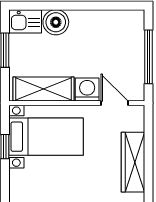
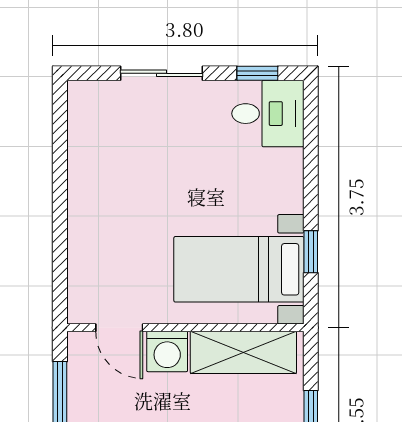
wardrobe: (133, 162) -> (87, 225), removed

